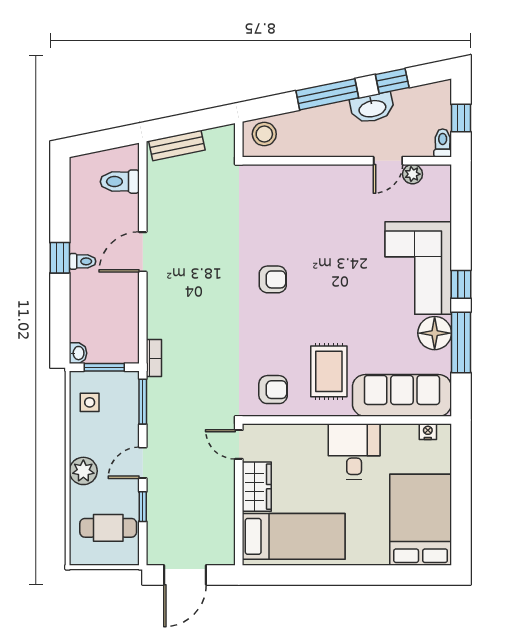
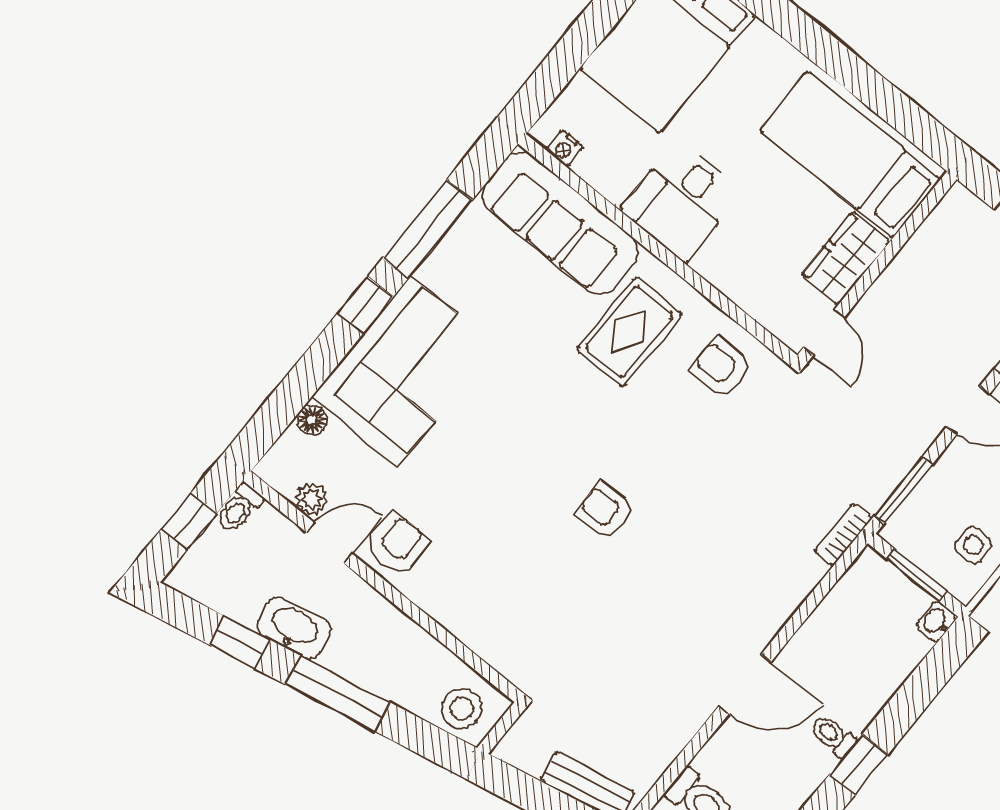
armchair: (356, 186) -> (397, 544), added
floor lamp: (435, 333) -> (312, 420), moved, width x0.53, depth x0.53

